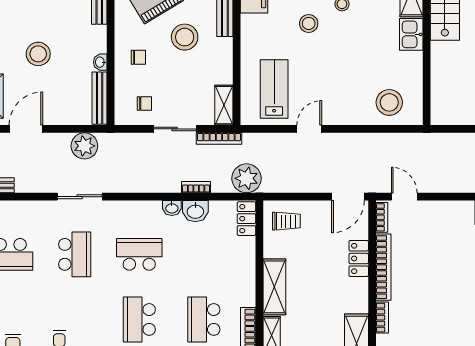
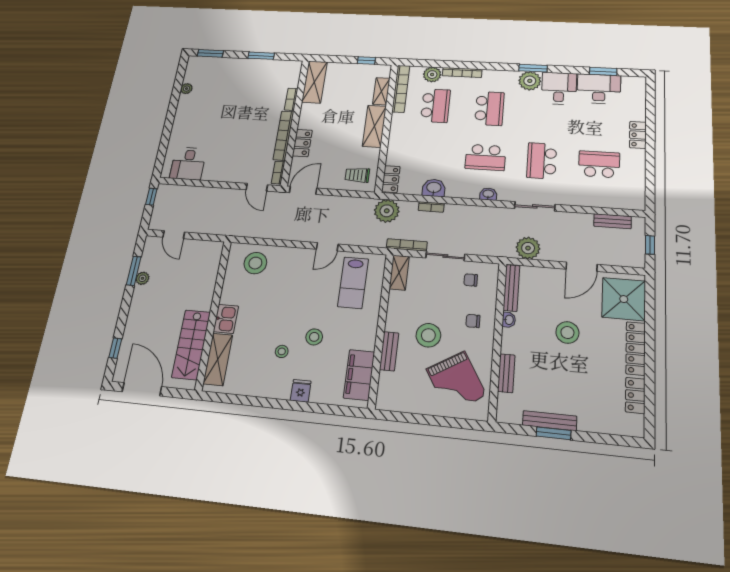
washbasin: (172, 208) -> (488, 194), moved

